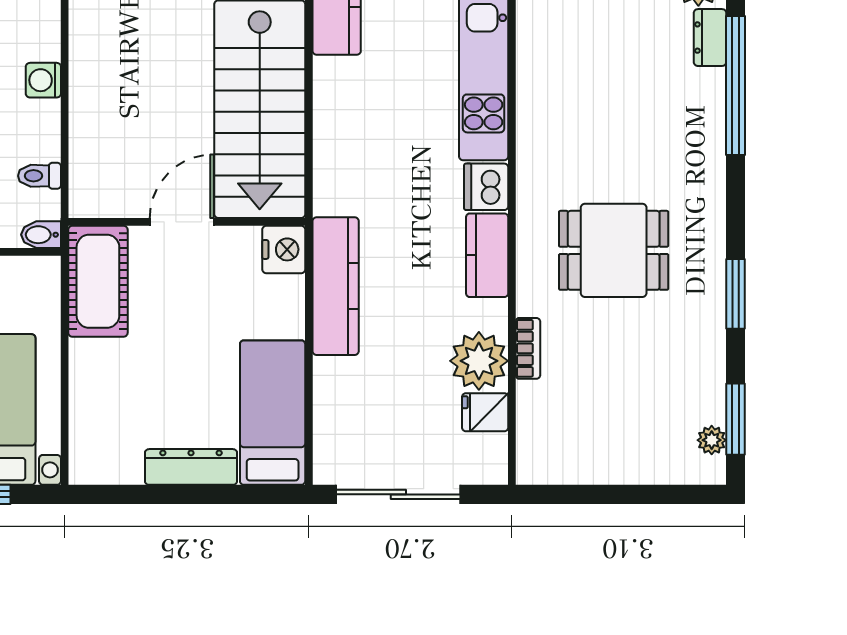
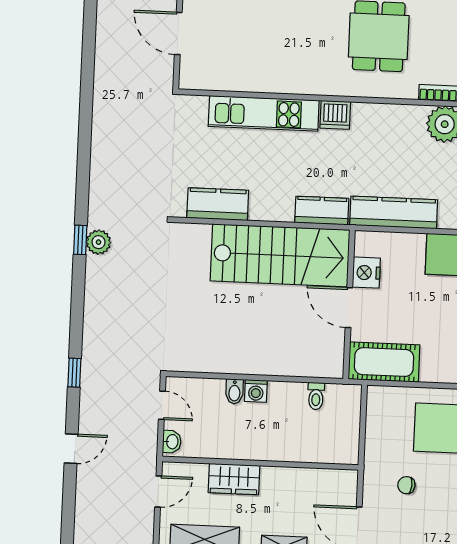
bidet: (41, 235) -> (234, 391), moved
nightstand: (284, 249) -> (366, 273), moved, turned -90
kitchen counter: (487, 255) -> (322, 211), moved, turned 180

